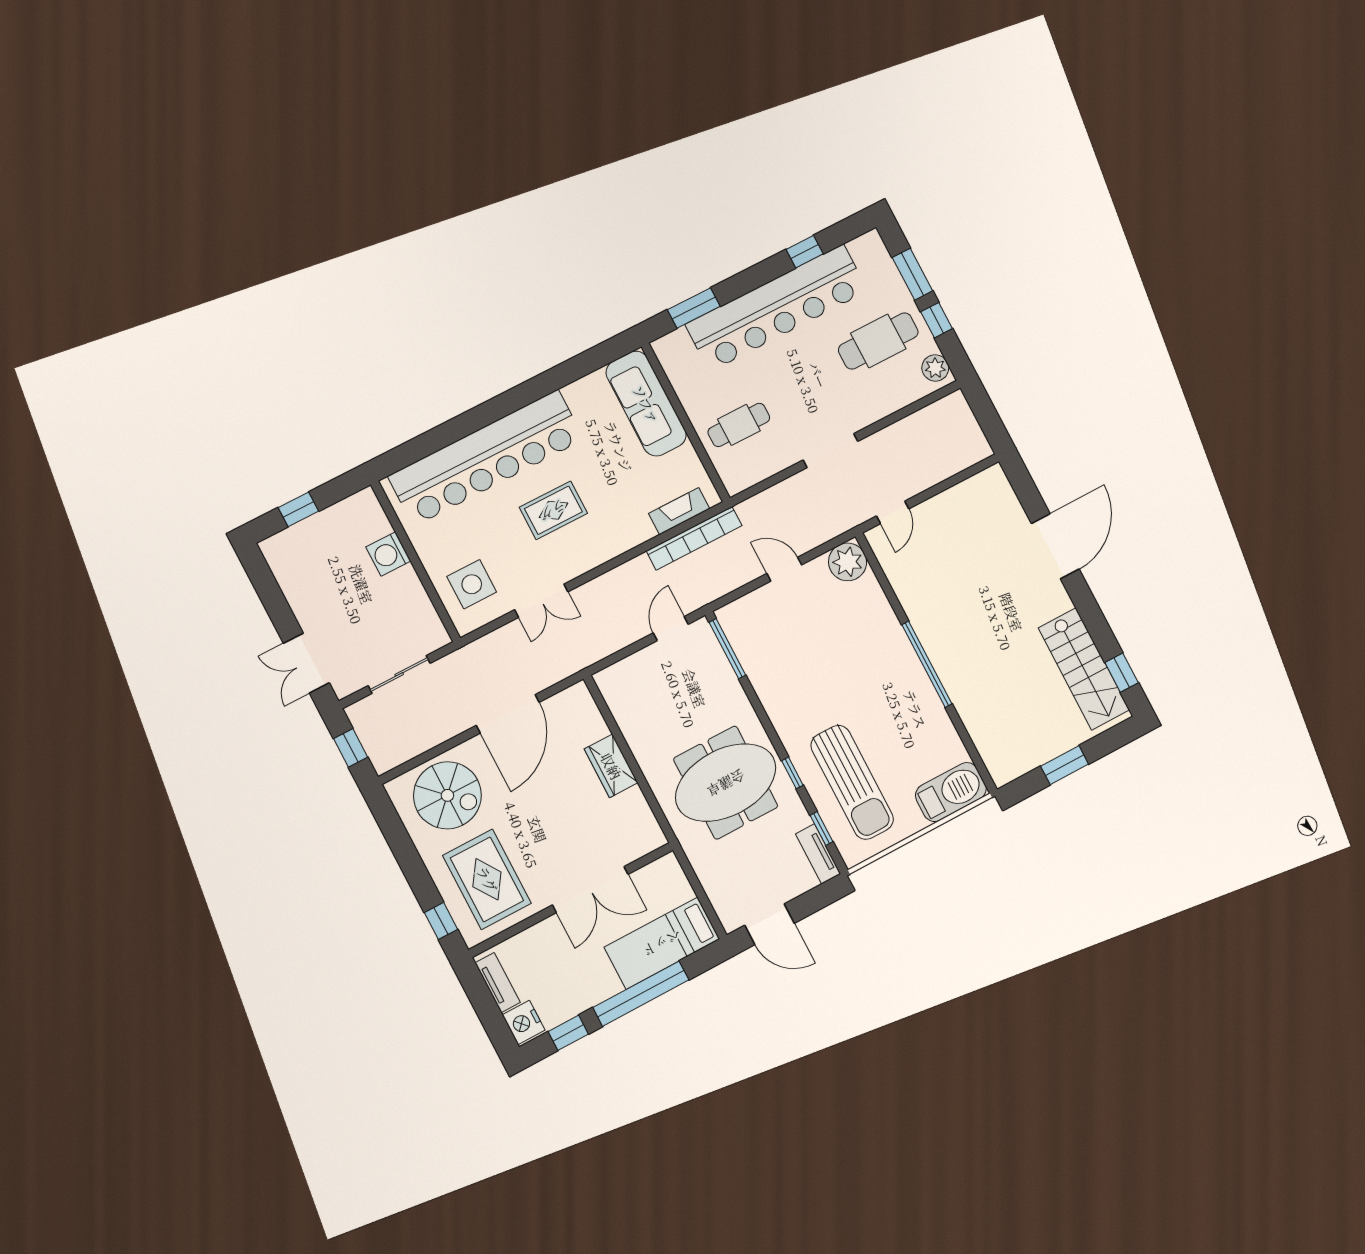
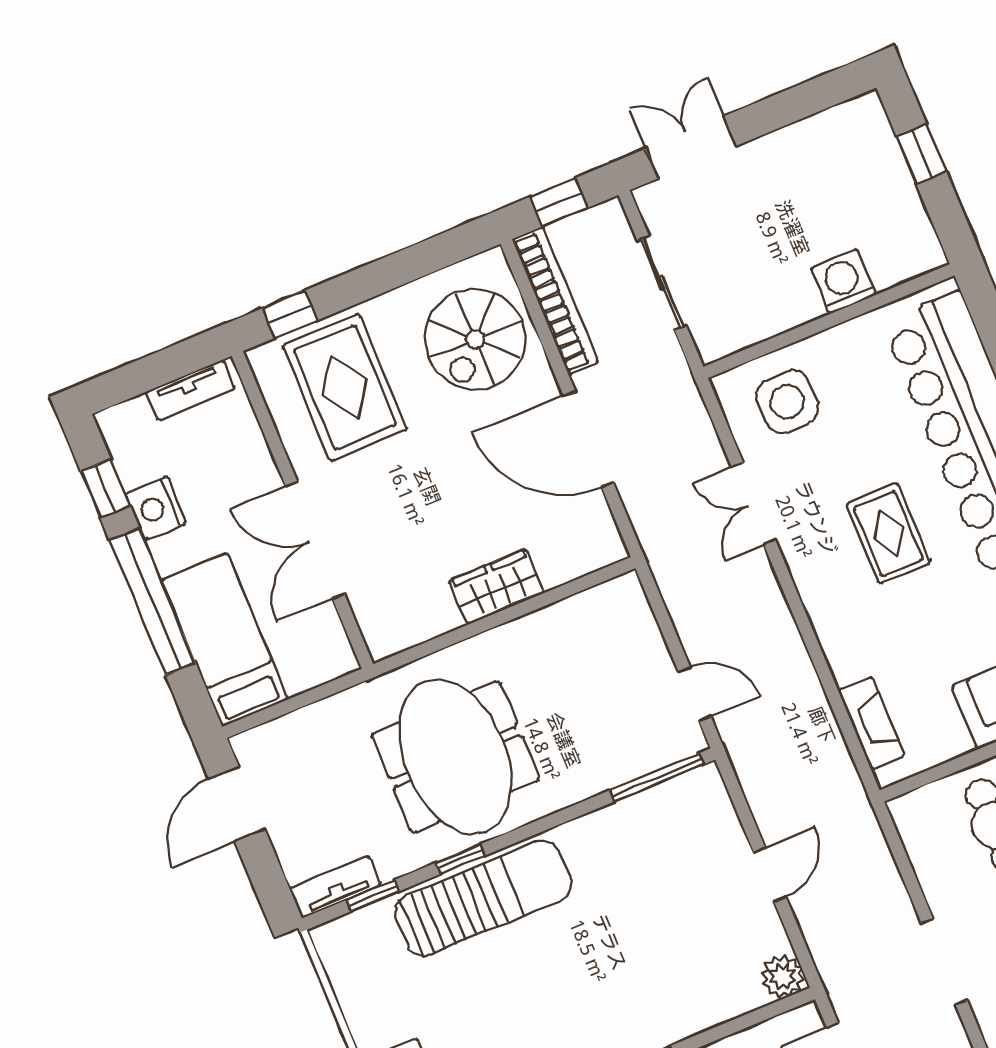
bookcase: (694, 538) -> (555, 301), moved, turned 180
plant: (848, 562) -> (783, 976), width x0.73, depth x0.73
sun lounger: (852, 782) -> (483, 898), moved, turned 180
rug: (487, 879) -> (345, 387), turned 90
nightstand: (524, 1022) -> (156, 508), moved, turned -90

